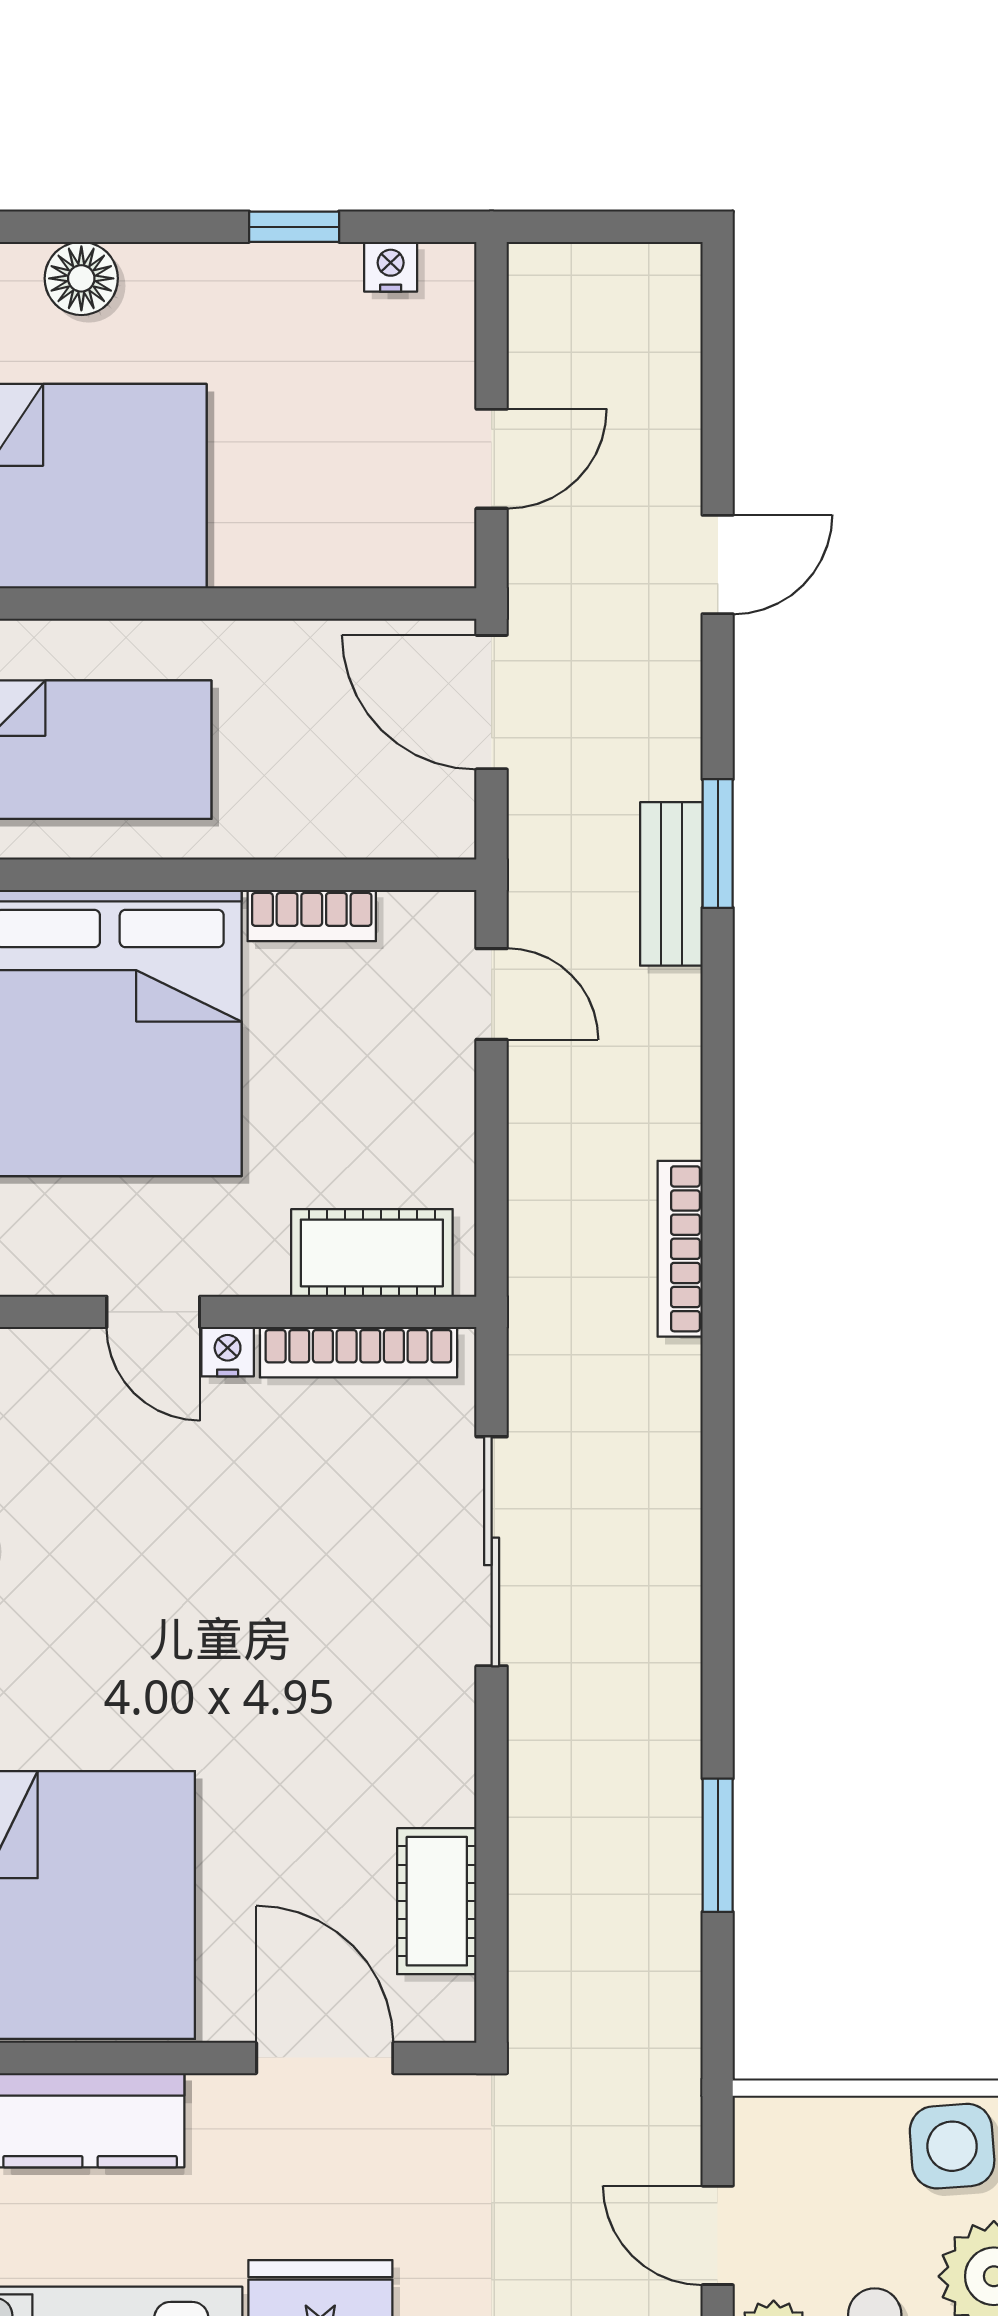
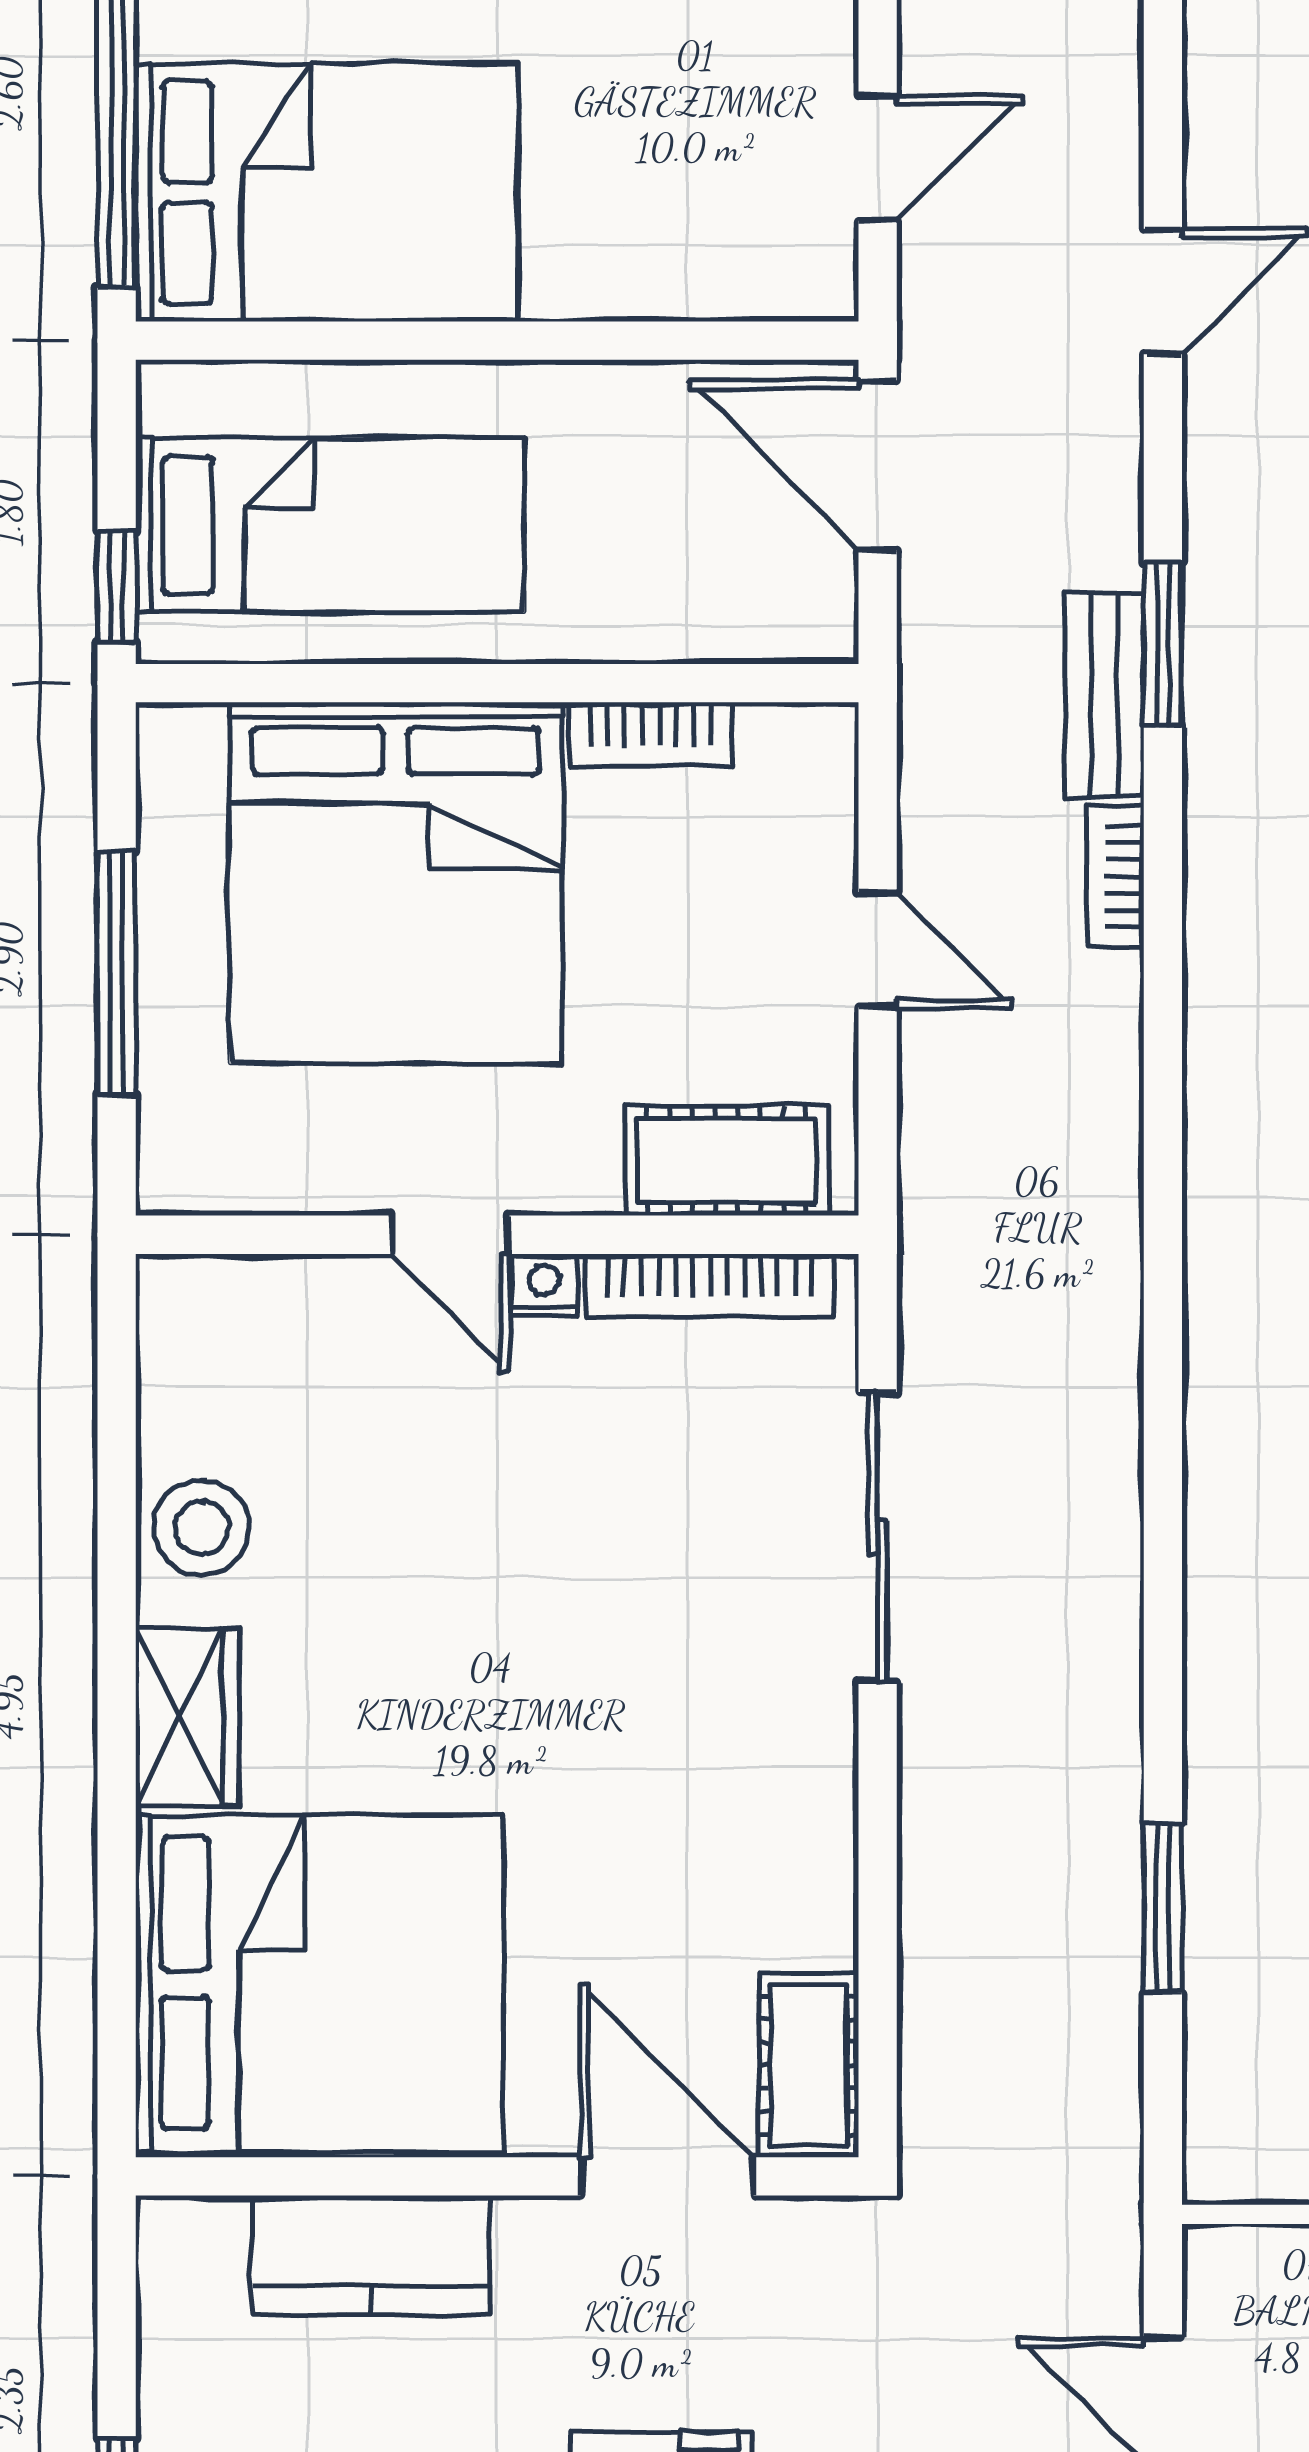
door: (492, 994) -> (878, 950), moved
bookcase: (680, 1249) -> (1115, 876), moved, width x0.64
cot: (437, 1901) -> (808, 2065), moved

